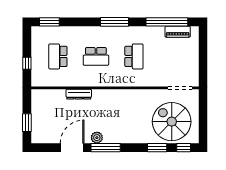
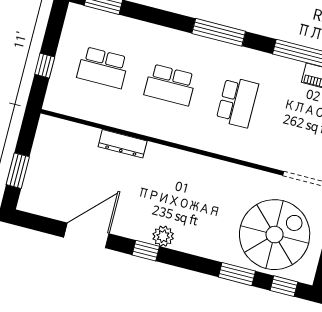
school desk: (58, 56) -> (103, 68), turned -90
spiral stairs: (172, 122) -> (275, 235), turned 90
plant: (97, 138) -> (163, 236), moved
window: (106, 148) -> (146, 251), width x0.46

